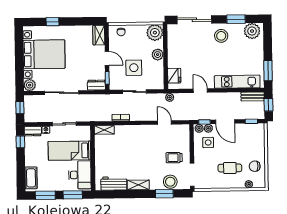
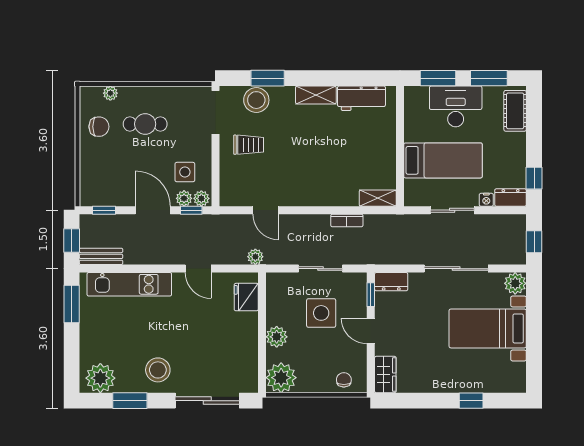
bed with nightstands: (44, 54) -> (488, 328), width x0.73
desk: (80, 175) -> (456, 106), moved, turned 90

